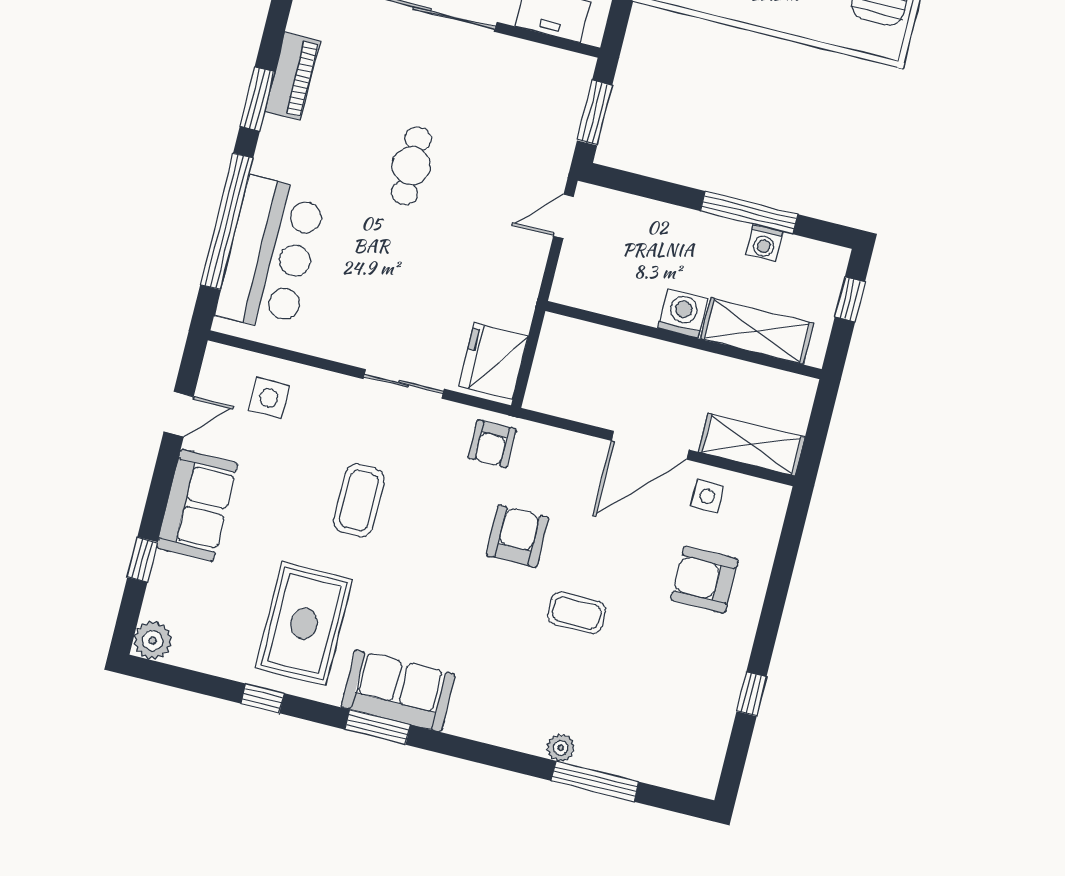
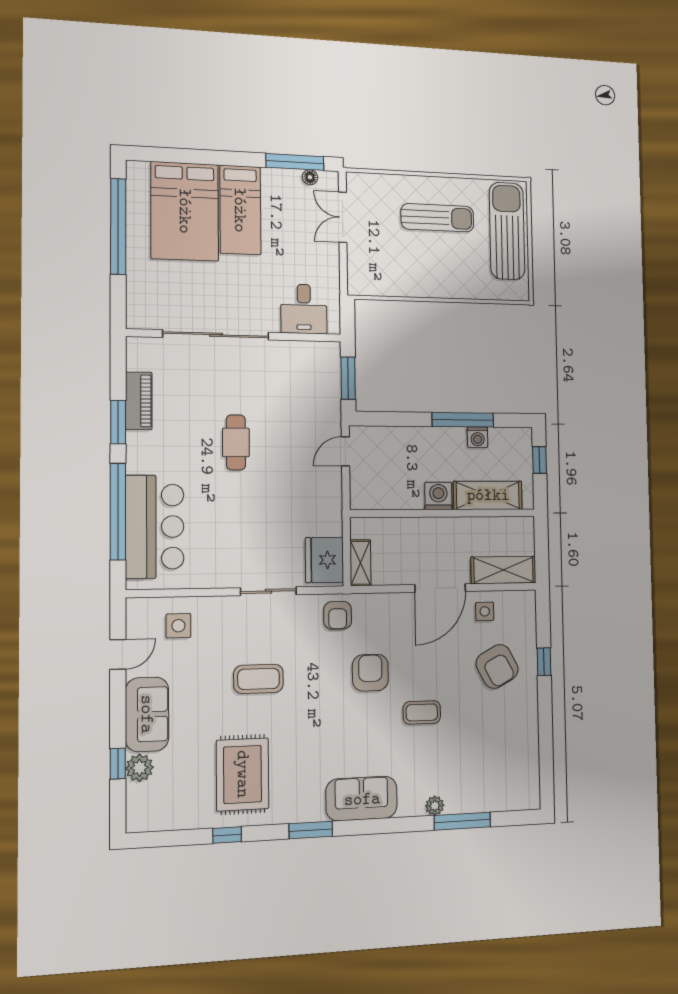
shelving: (544, 379) -> (360, 563), added
coffee table: (359, 500) -> (258, 679), turned 90
armchair: (705, 580) -> (497, 666), turned -118
plant: (153, 641) -> (140, 768), moved
sofa: (398, 691) -> (362, 799), moved
window: (752, 694) -> (544, 662), moved

